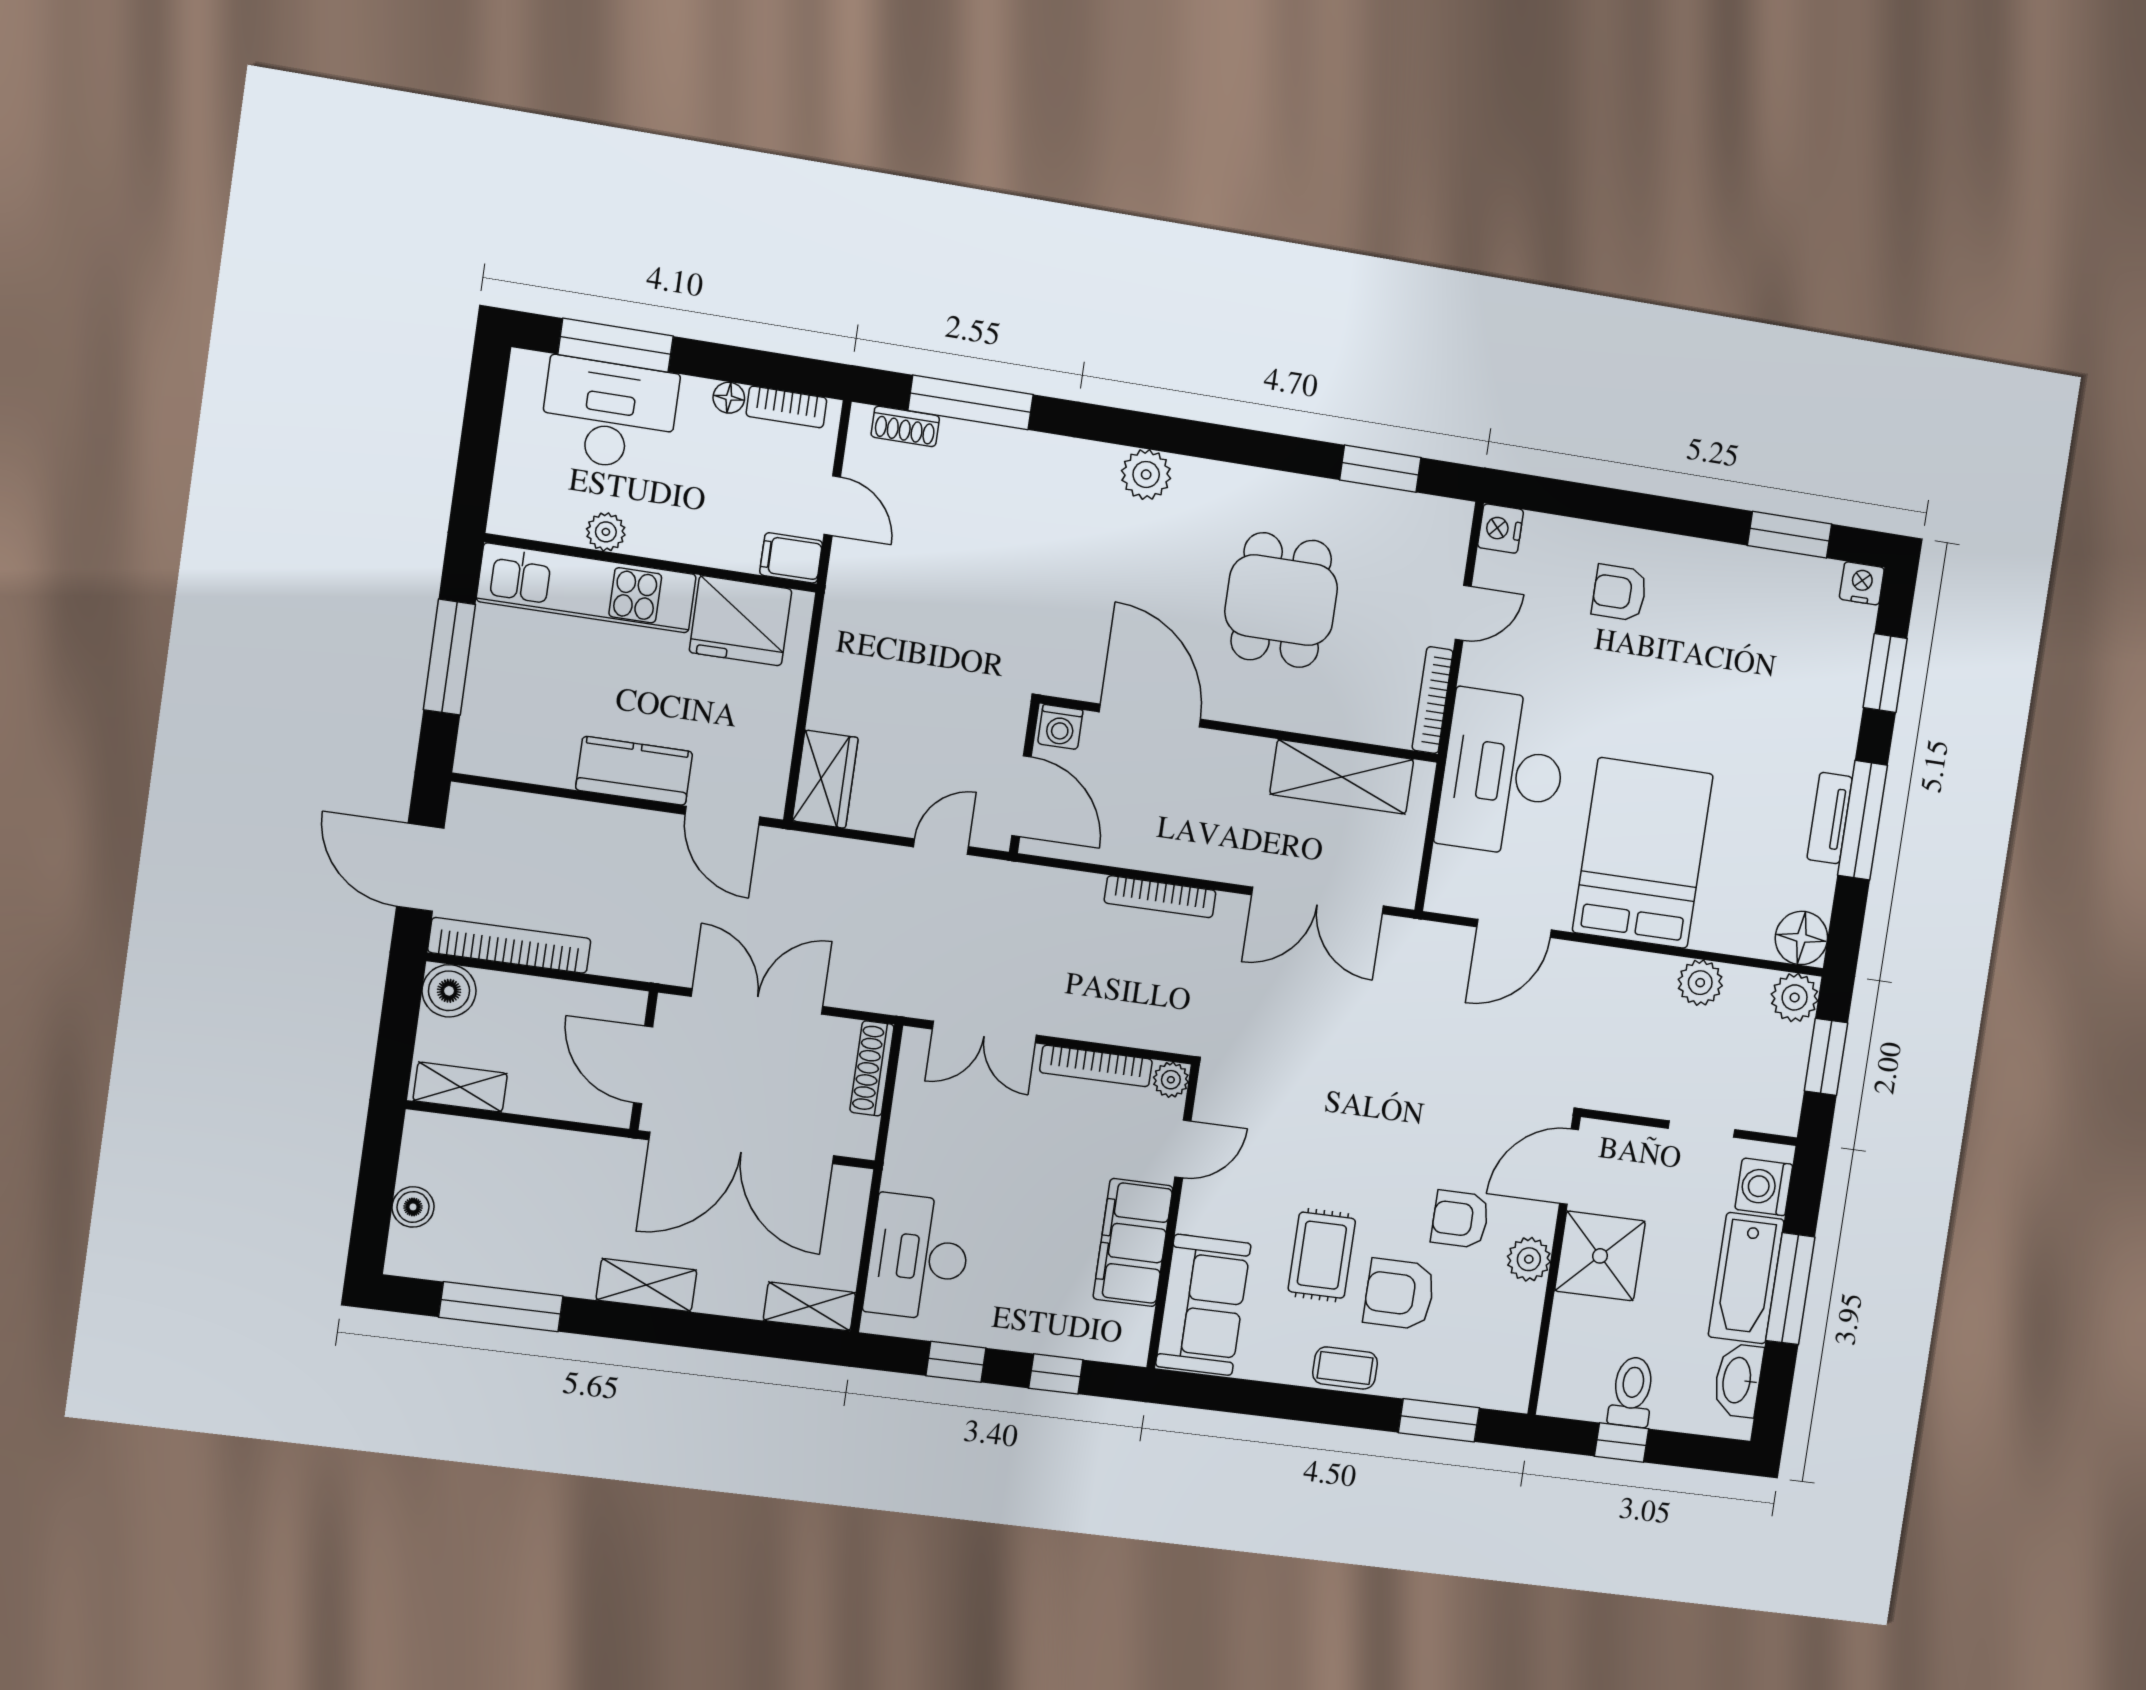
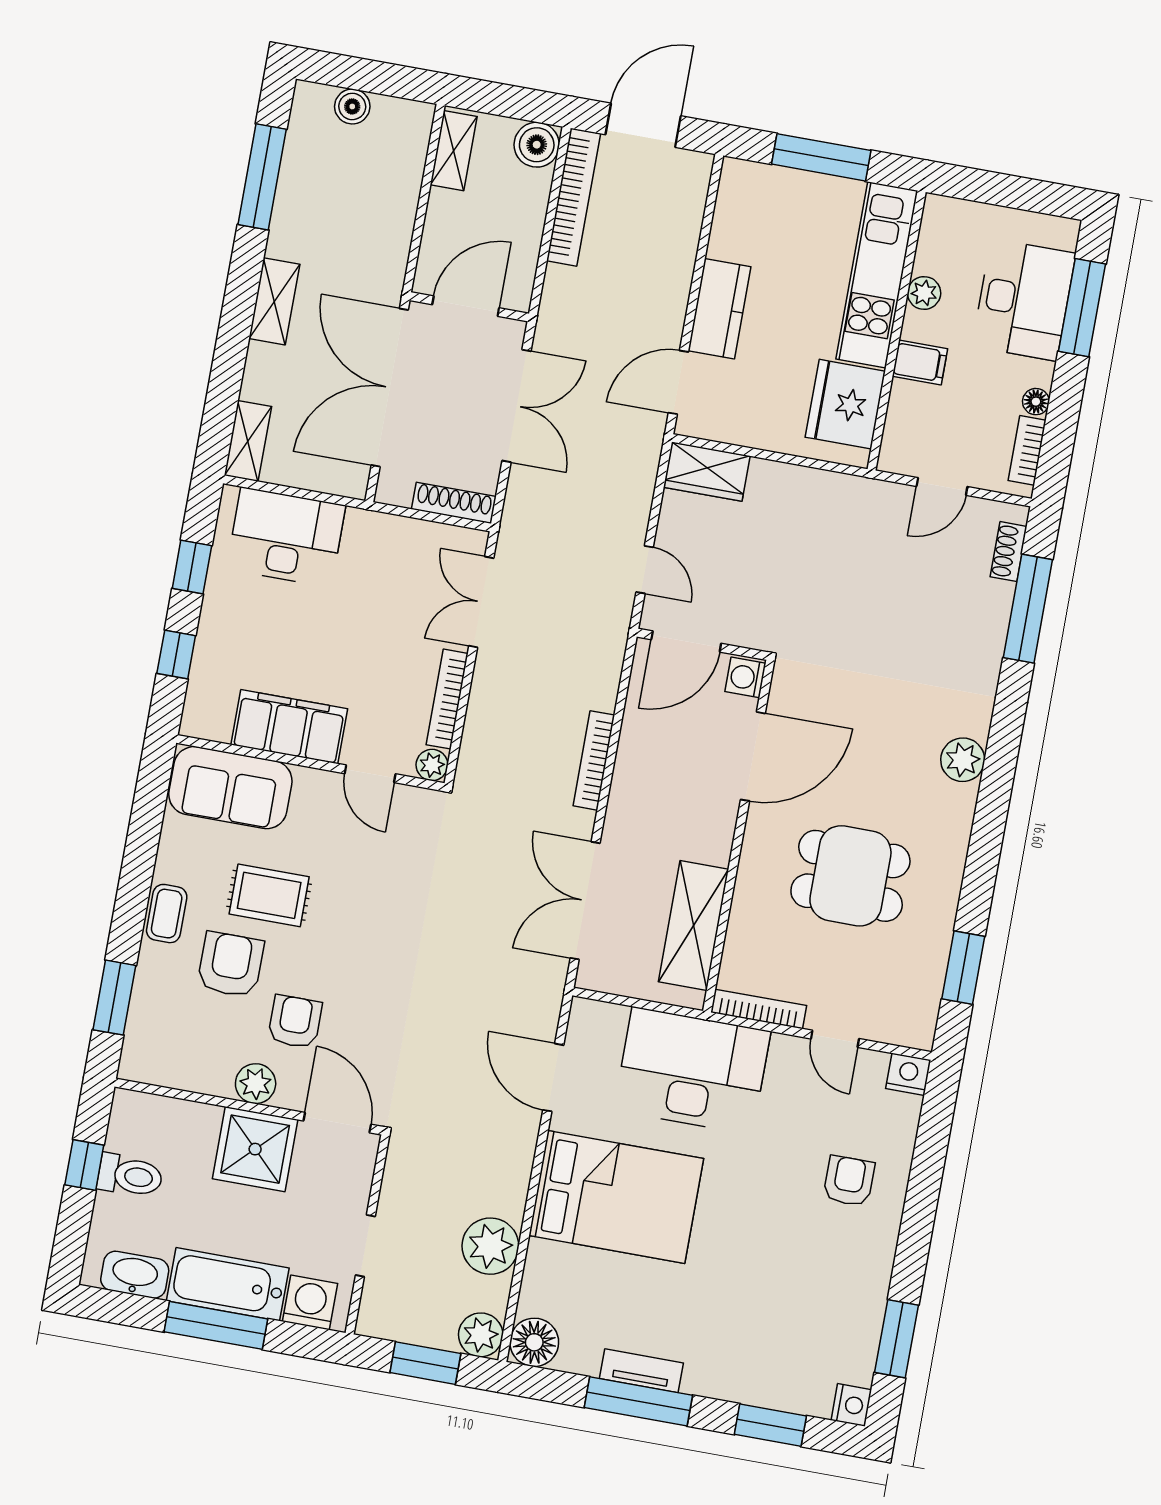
filing cabinet: (791, 558) -> (920, 363), moved, turned 90
plant: (1700, 983) -> (490, 1246), width x1.36, depth x1.36

